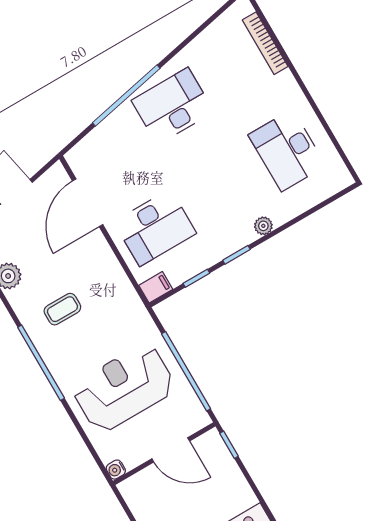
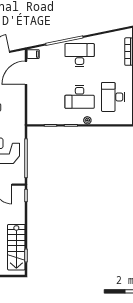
desk: (155, 228) -> (80, 97), moved
filing cabinet: (156, 287) -> (33, 54), moved

